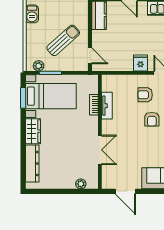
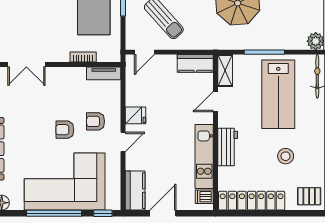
armchair: (145, 95) -> (96, 121), turned -90
tv unit: (107, 106) -> (104, 73), moved

